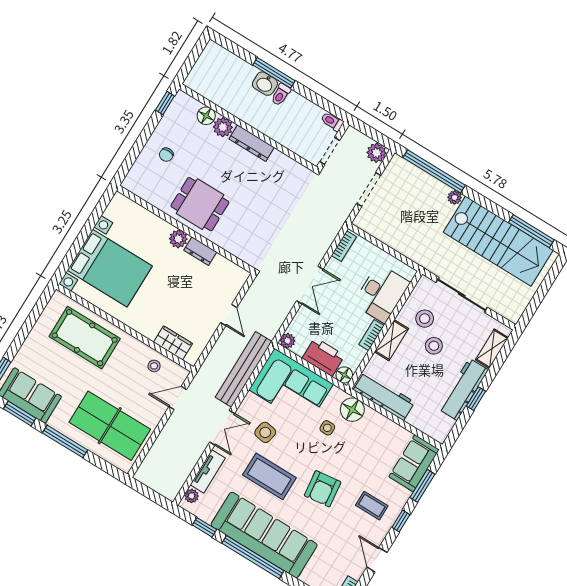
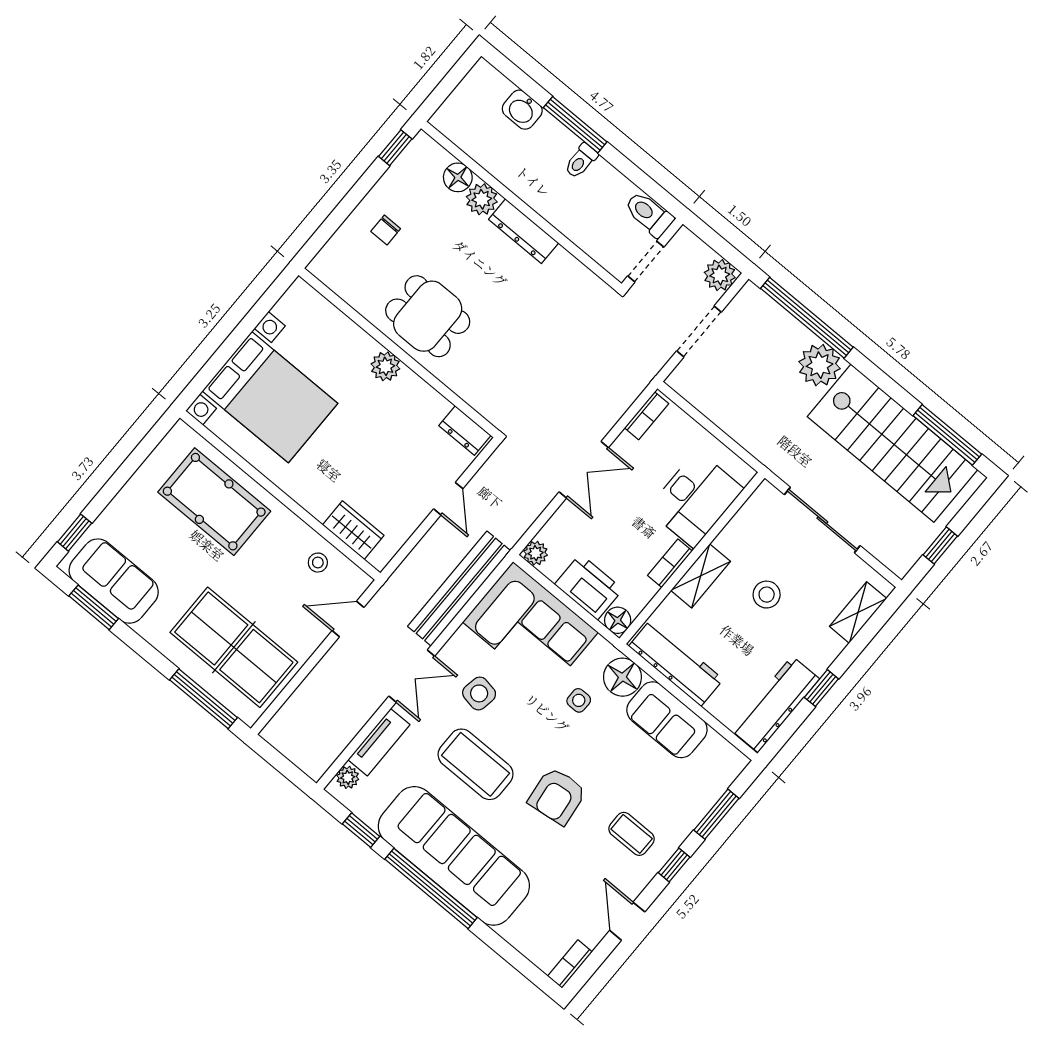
washbasin: (265, 84) -> (522, 110), moved
toilet: (332, 122) -> (649, 214), width x1.37, depth x1.39
plant: (455, 197) -> (820, 365), width x1.87, depth x1.87
dresser: (200, 251) -> (465, 431), moved
window: (537, 300) -> (940, 545), added
stool: (425, 319) -> (758, 549), removed
workbench: (463, 389) -> (775, 704), moved
window: (65, 441) -> (203, 699), moved
sofa: (414, 463) -> (667, 720), moved, turned -90

